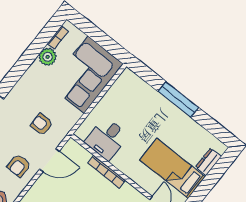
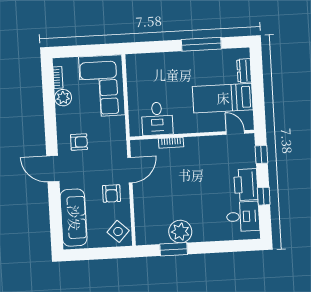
window: (178, 99) -> (201, 44), moved
armchair: (42, 124) -> (79, 142), moved, turned 180
bookcase: (107, 172) -> (171, 143), width x0.64

